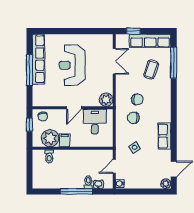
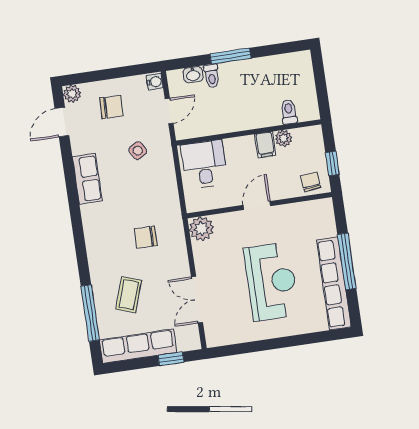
chair: (133, 118) -> (112, 107), moved
desk: (95, 122) -> (204, 164), moved, turned 180
plant: (50, 138) -> (284, 138), width x0.53, depth x0.53
window: (76, 191) -> (230, 56), width x0.69

